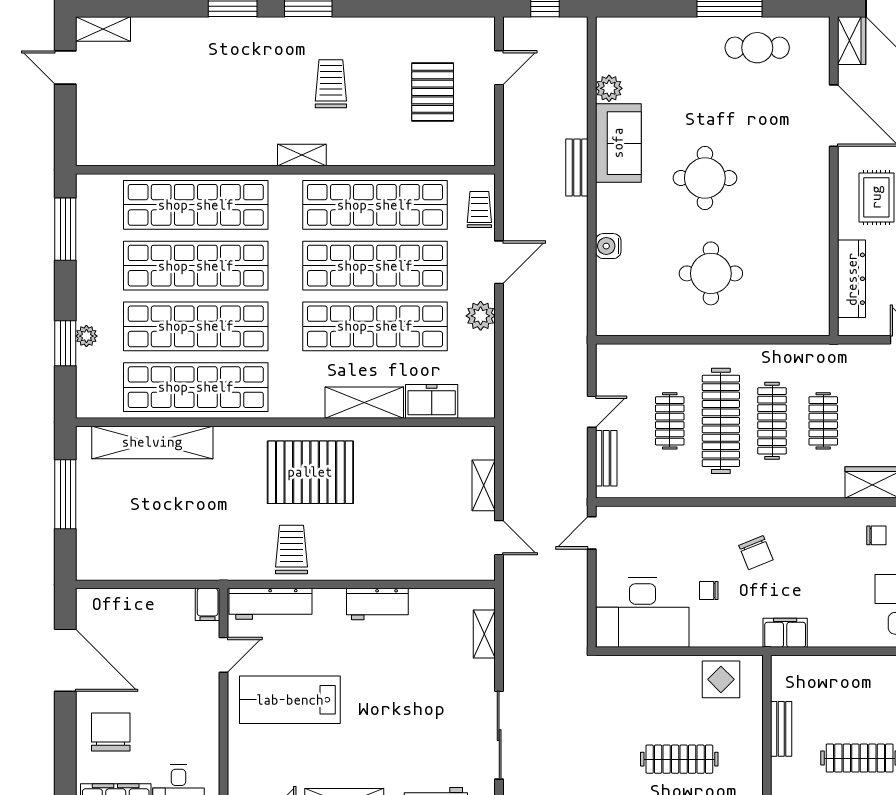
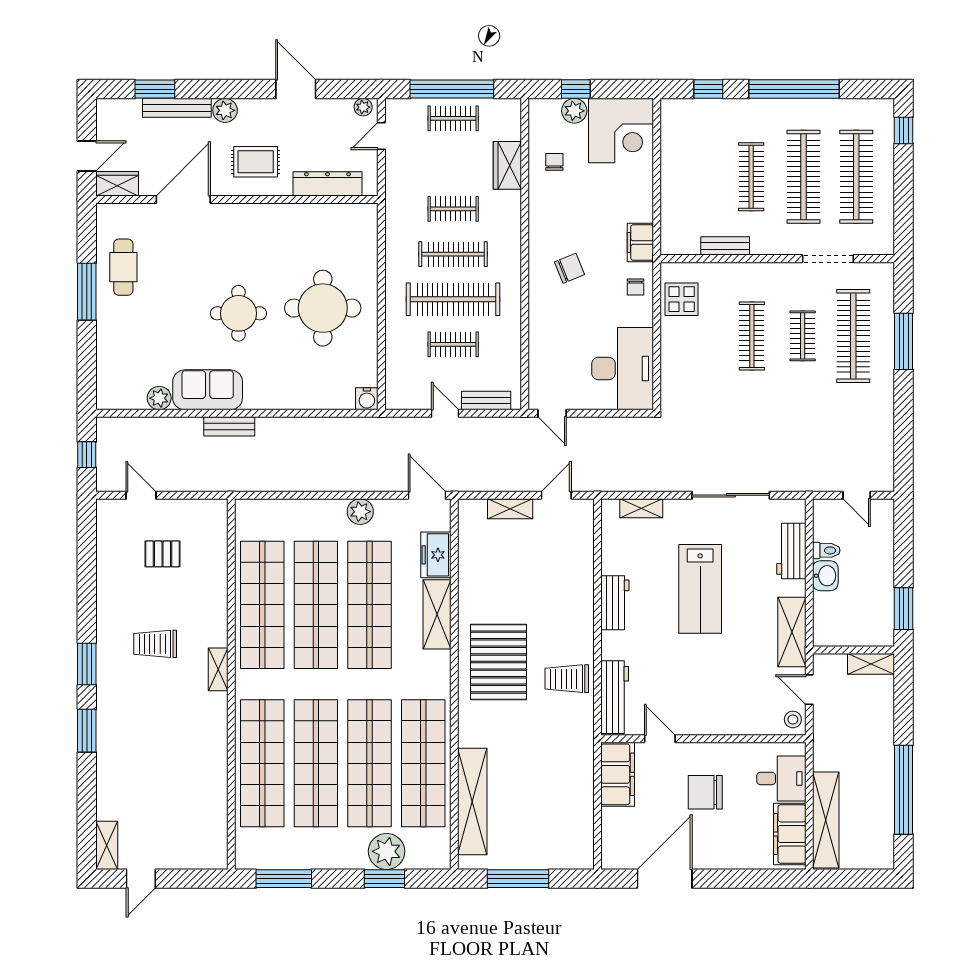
pallet: (433, 92) -> (163, 554), width x0.67, depth x0.71
trolley: (479, 209) -> (266, 513), removed
water cooler: (608, 246) -> (367, 399), moved
door: (499, 262) -> (427, 495), moved
round table: (711, 273) -> (323, 308), width x1.36, depth x1.36
plant: (86, 336) -> (387, 851), width x1.88, depth x1.88
chair: (709, 591) -> (635, 287), moved
filing cabinet: (208, 604) -> (618, 774), width x3.00, depth x1.17
lab bench: (290, 700) -> (700, 589), moved
chair: (111, 732) -> (705, 792), moved

